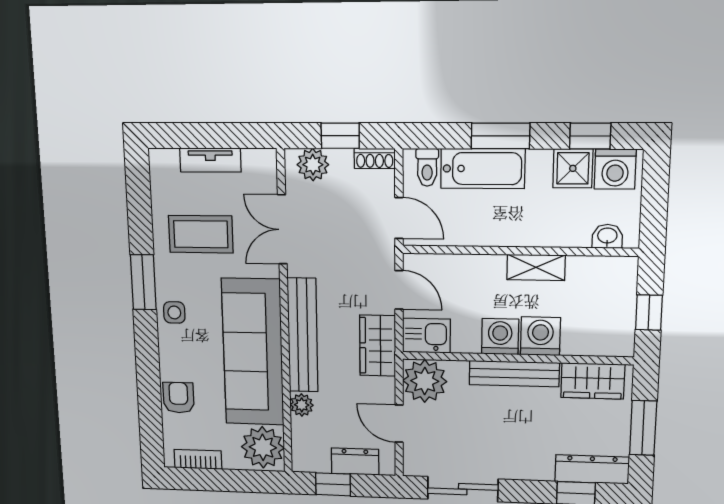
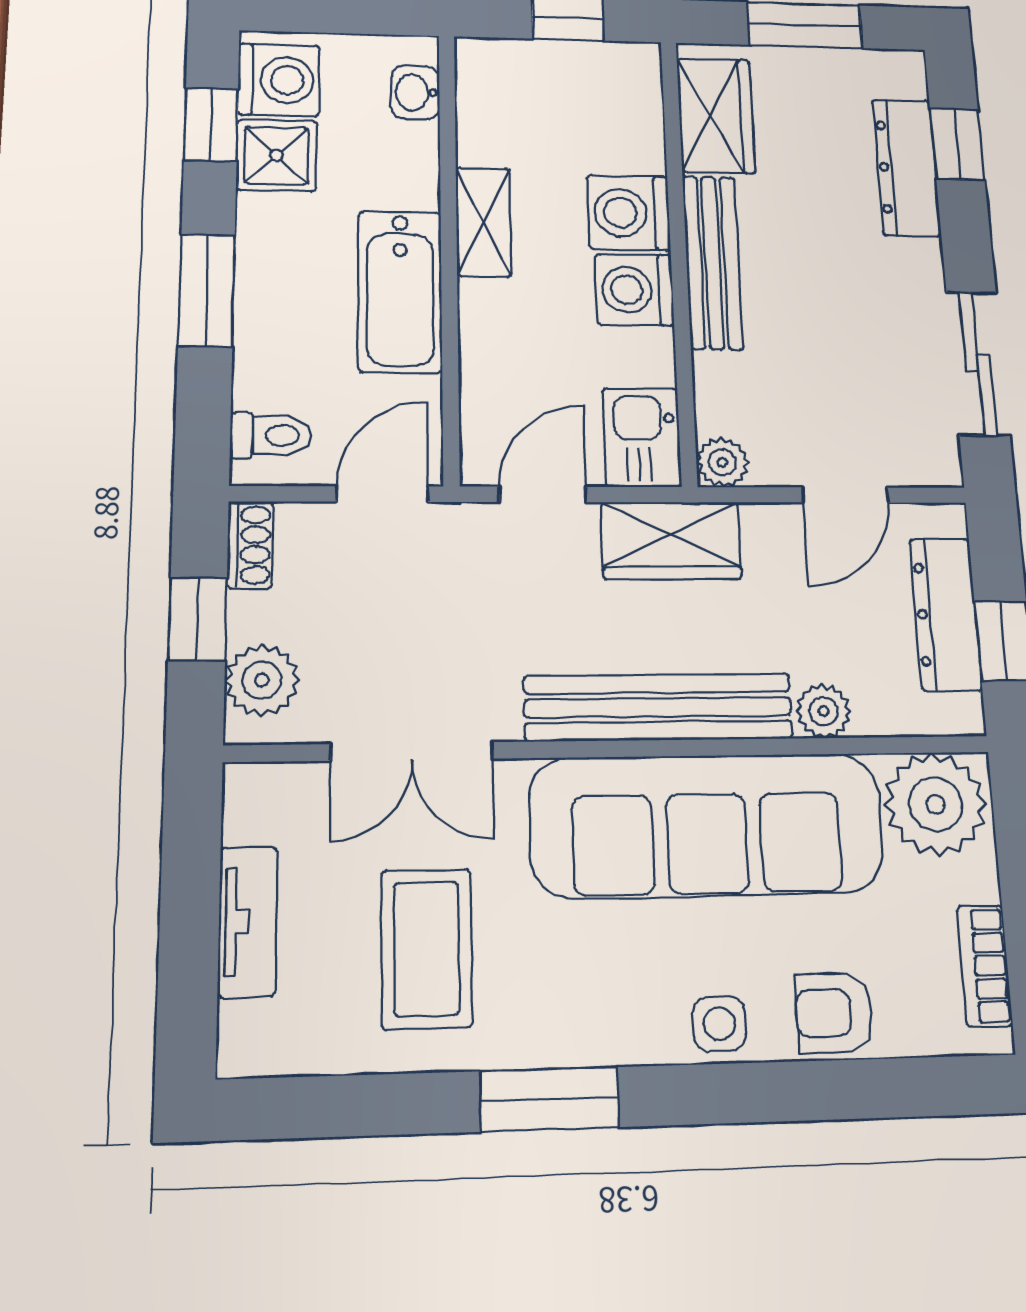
bathtub: (483, 169) -> (400, 291), moved, turned 180
side table: (174, 312) -> (719, 1024), moved
plant: (425, 381) -> (722, 462), width x0.53, depth x0.53
dresser: (355, 461) -> (946, 614), width x1.44
dresser: (592, 469) -> (907, 167), moved

